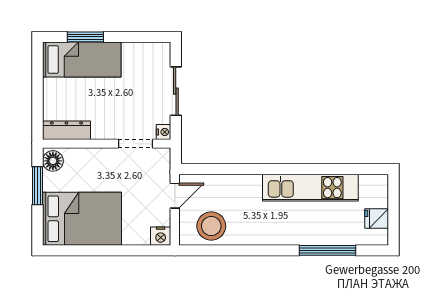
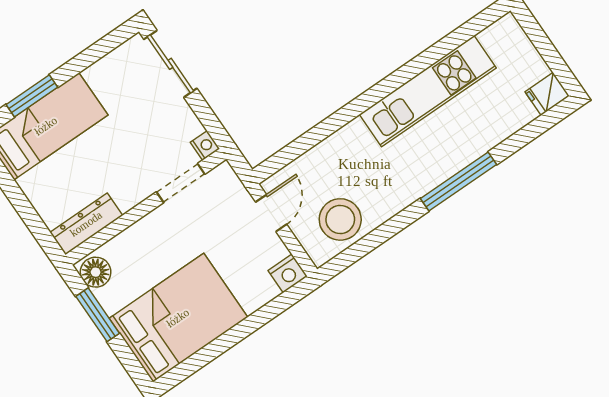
sliding door: (176, 91) -> (170, 64), moved
fridge: (377, 219) -> (547, 94), moved
window: (327, 250) -> (458, 181), moved

